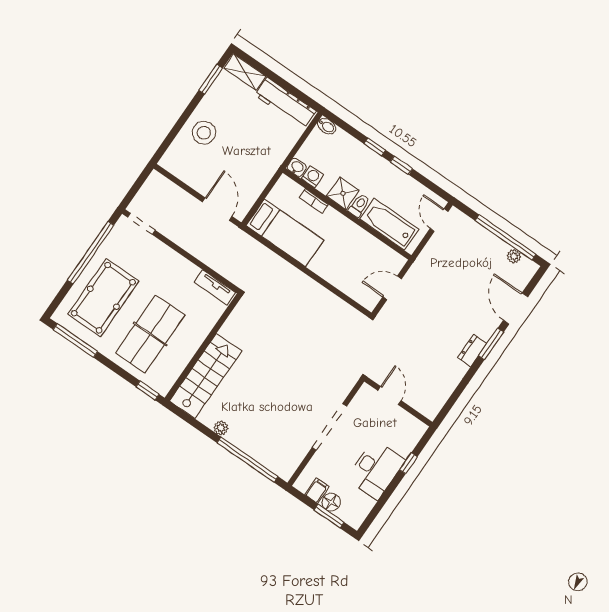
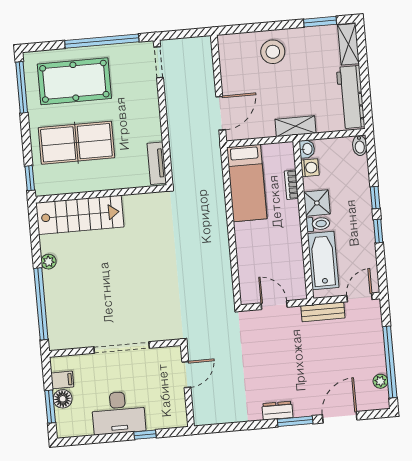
shelving: (273, 162) -> (296, 126), added
bench: (427, 256) -> (323, 312), added

